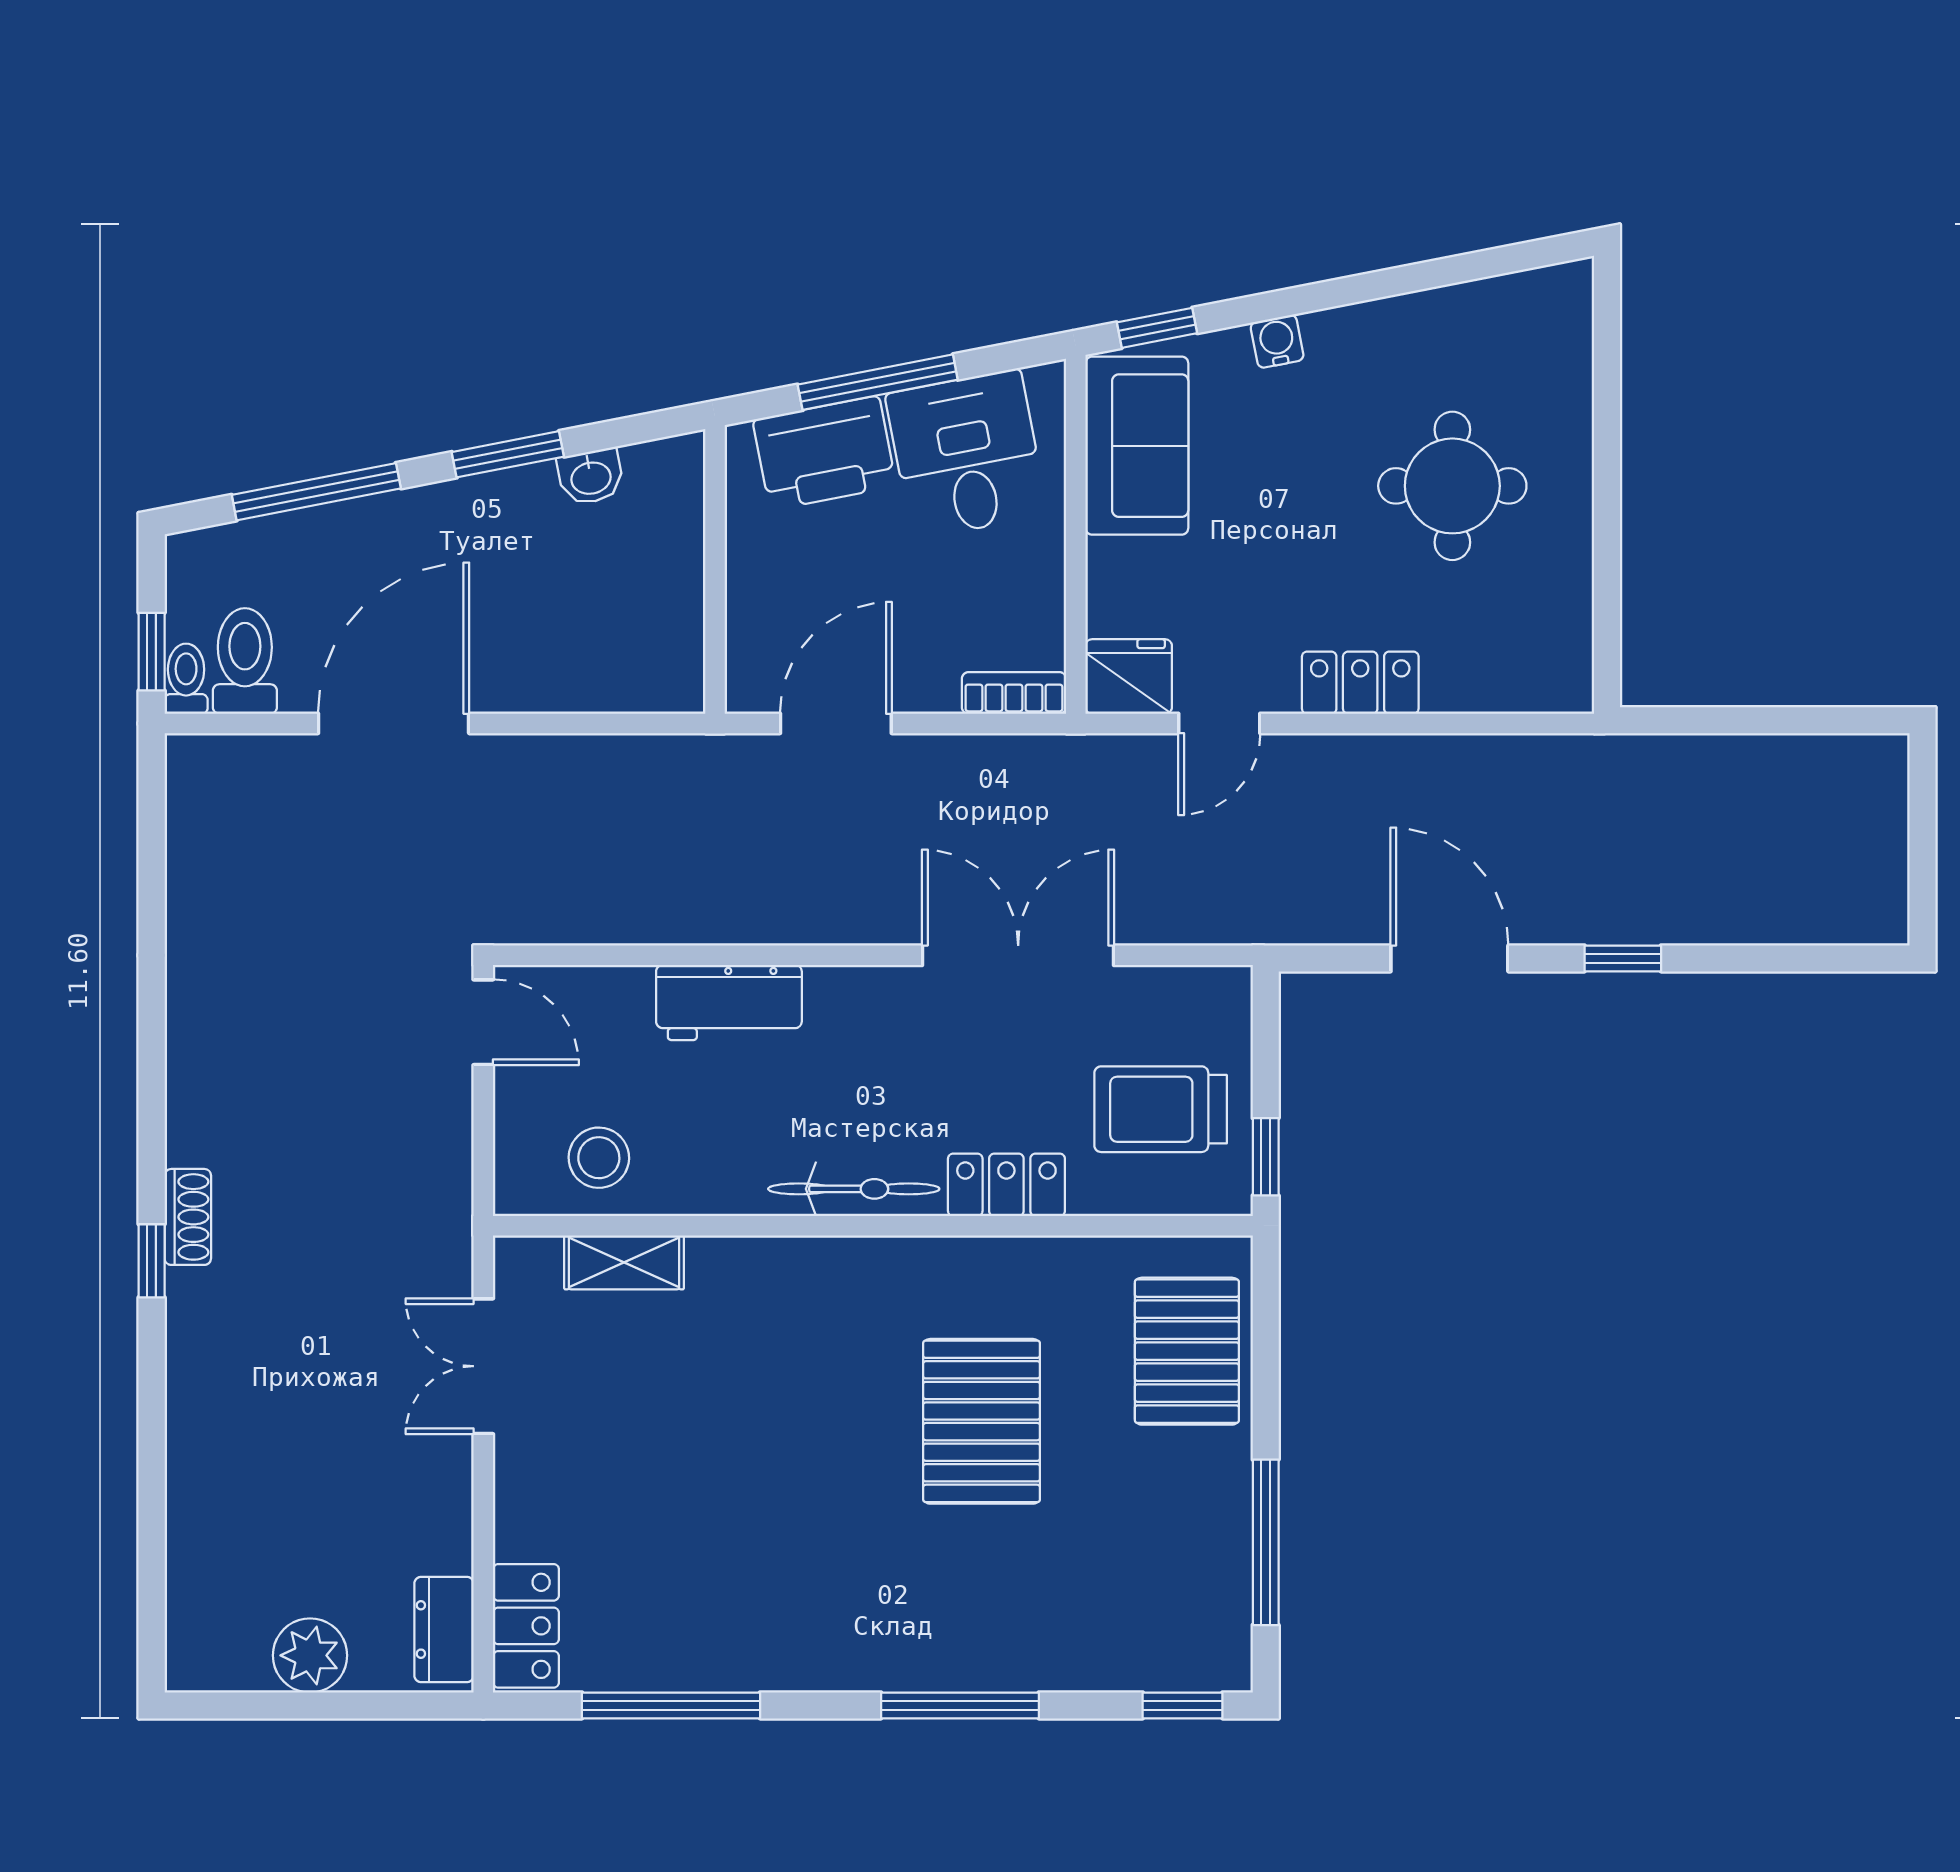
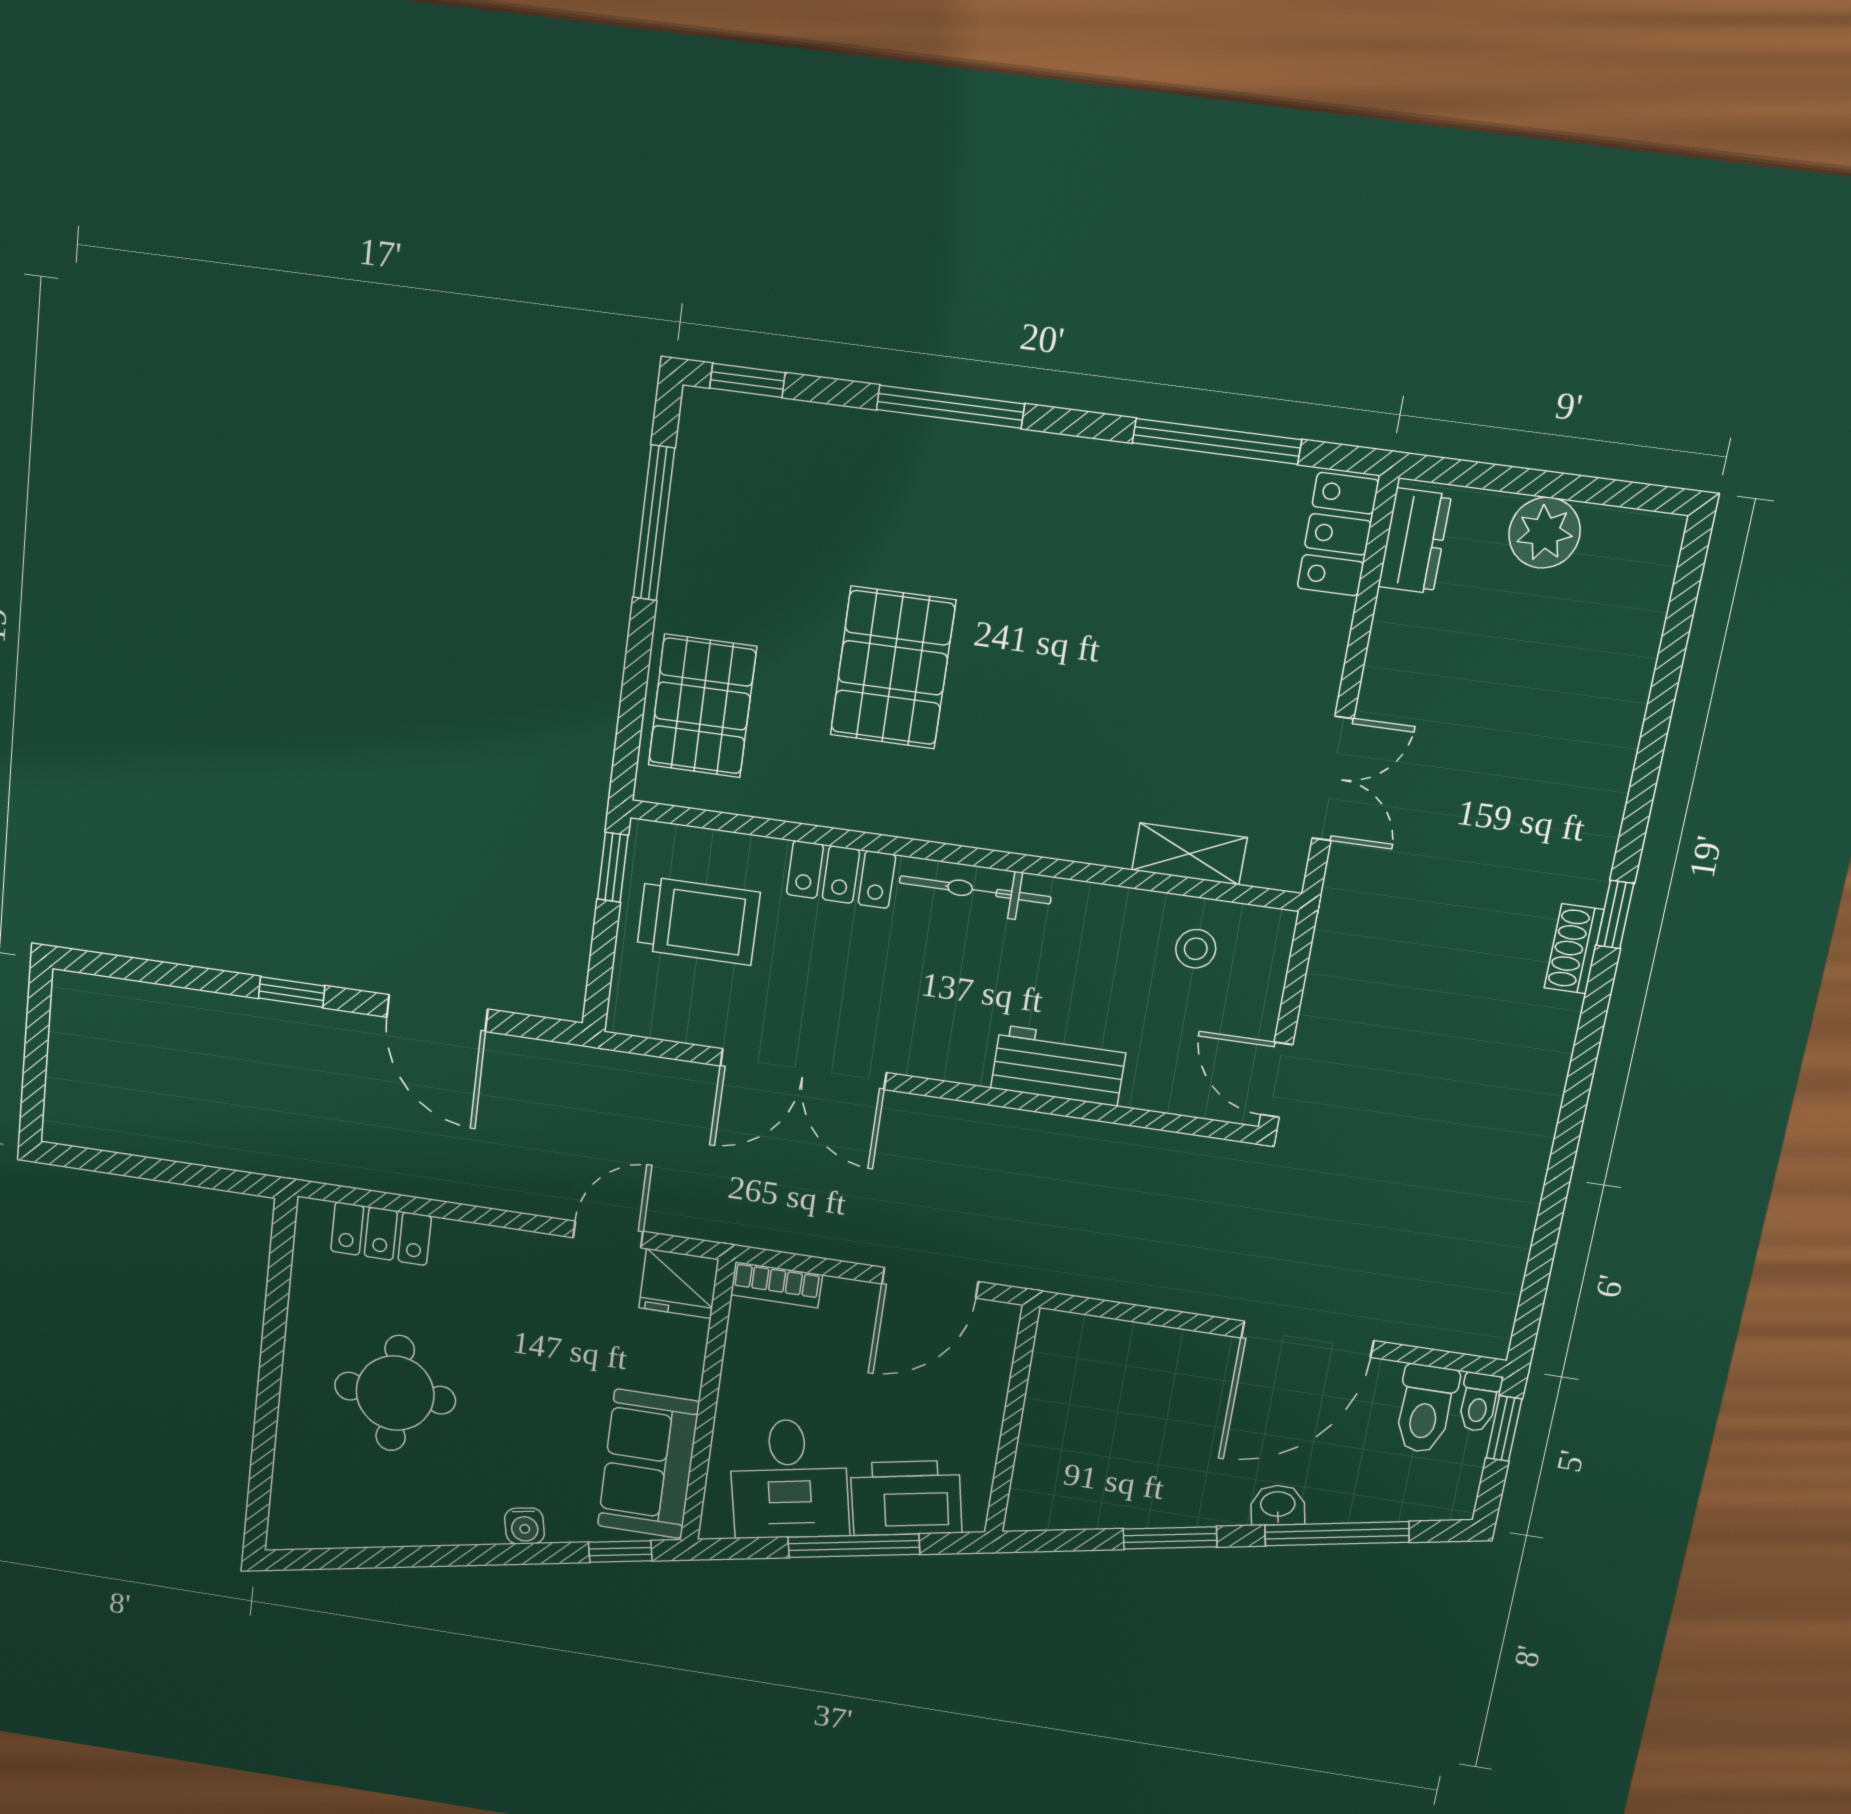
washbasin: (591, 477) -> (1278, 1505), moved
locker: (1360, 683) -> (381, 1234), moved
stool: (599, 1158) -> (1196, 949), width x0.73, depth x0.73

